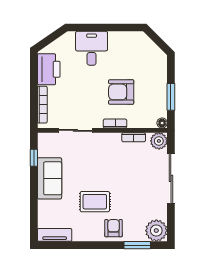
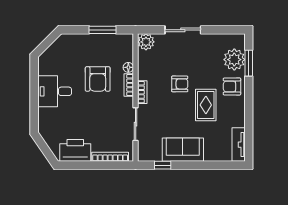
desk: (92, 48) -> (55, 91), moved
floor lamp: (162, 123) -> (128, 67), moved
bookcase: (134, 137) -> (142, 92), moved
armchair: (116, 175) -> (180, 84), added
sliding door: (171, 178) -> (183, 30), width x0.73
plant: (156, 231) -> (234, 60), moved

